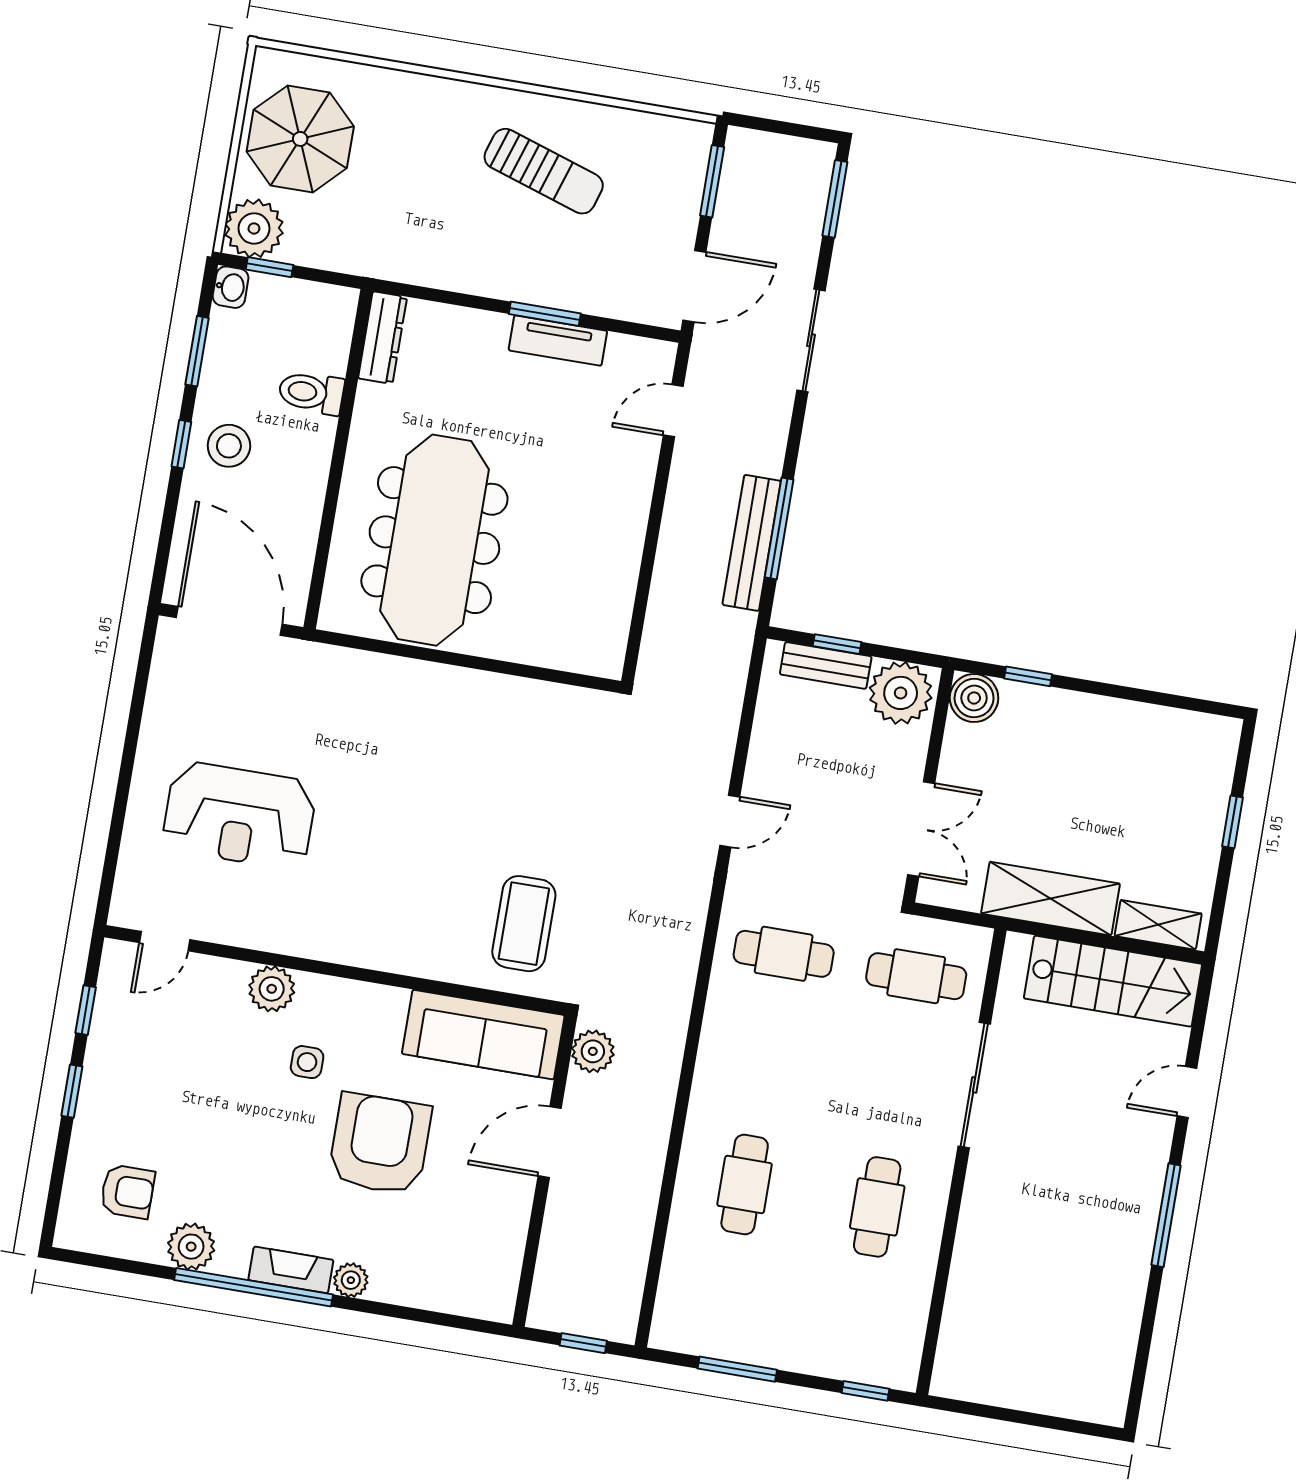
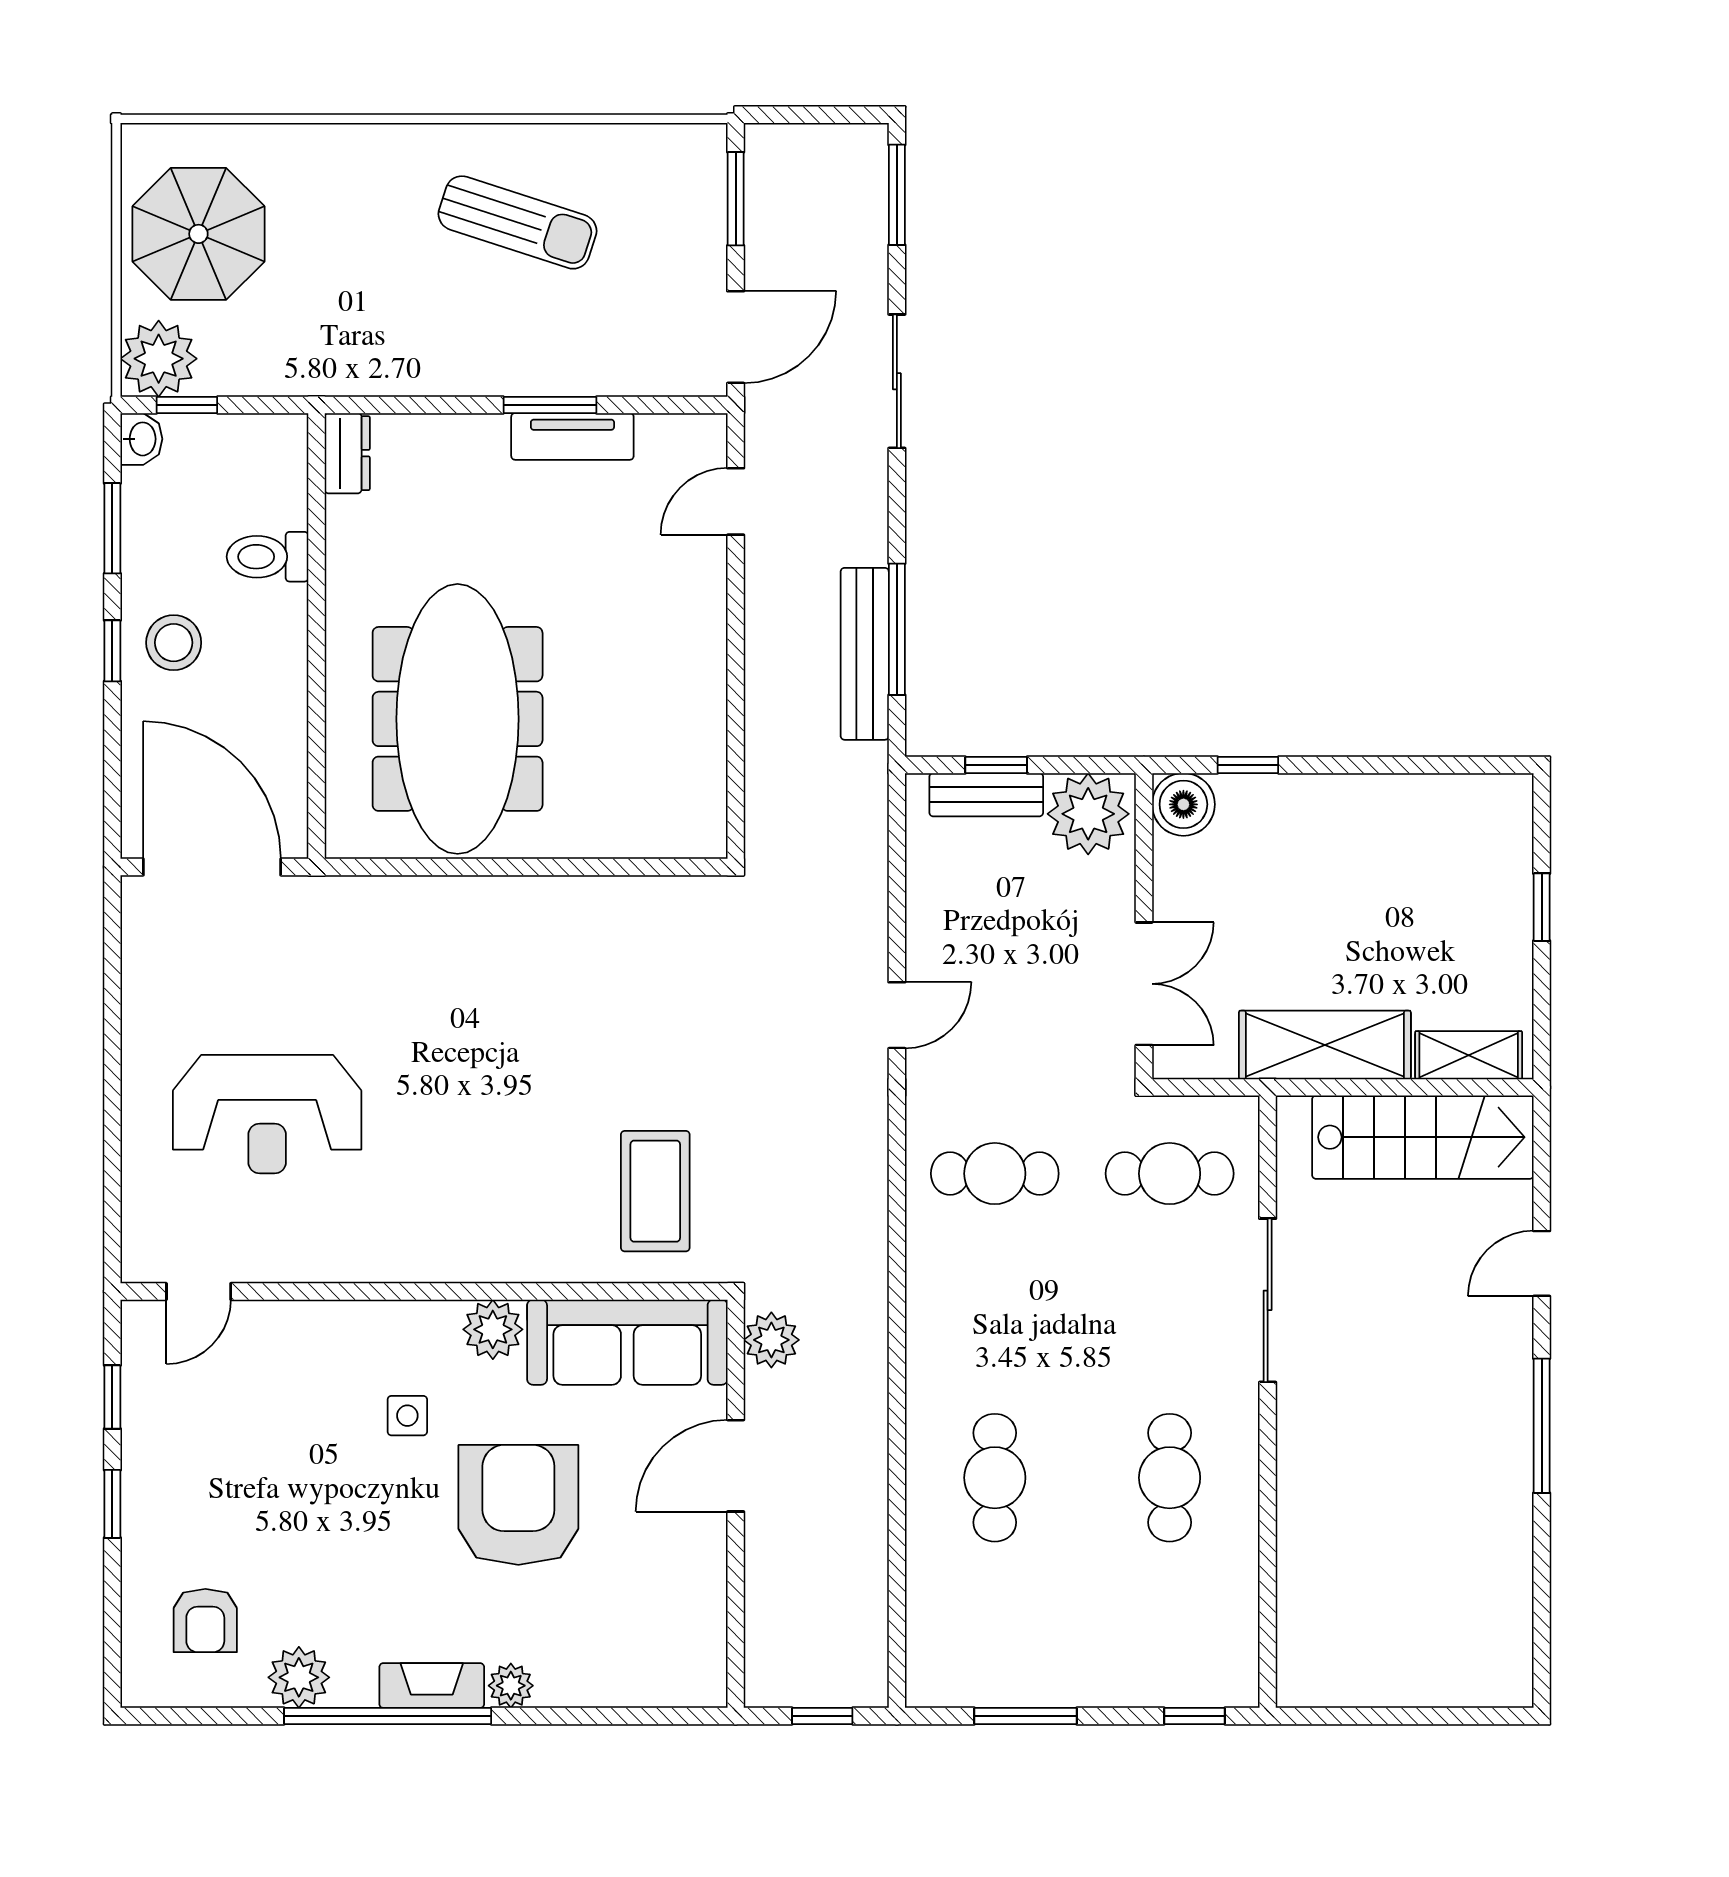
dresser: (383, 338) -> (347, 453), width x0.70
plant: (272, 989) -> (493, 1329), moved
armchair: (127, 1192) -> (205, 1621), turned 90

